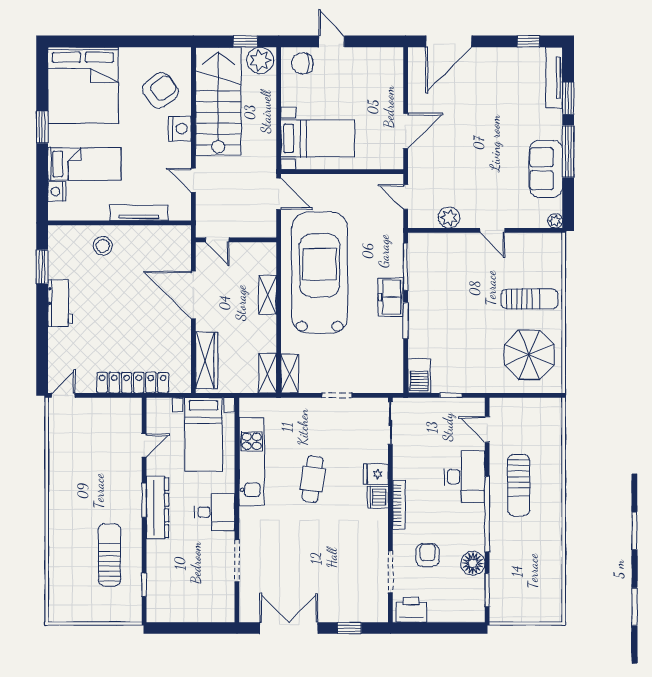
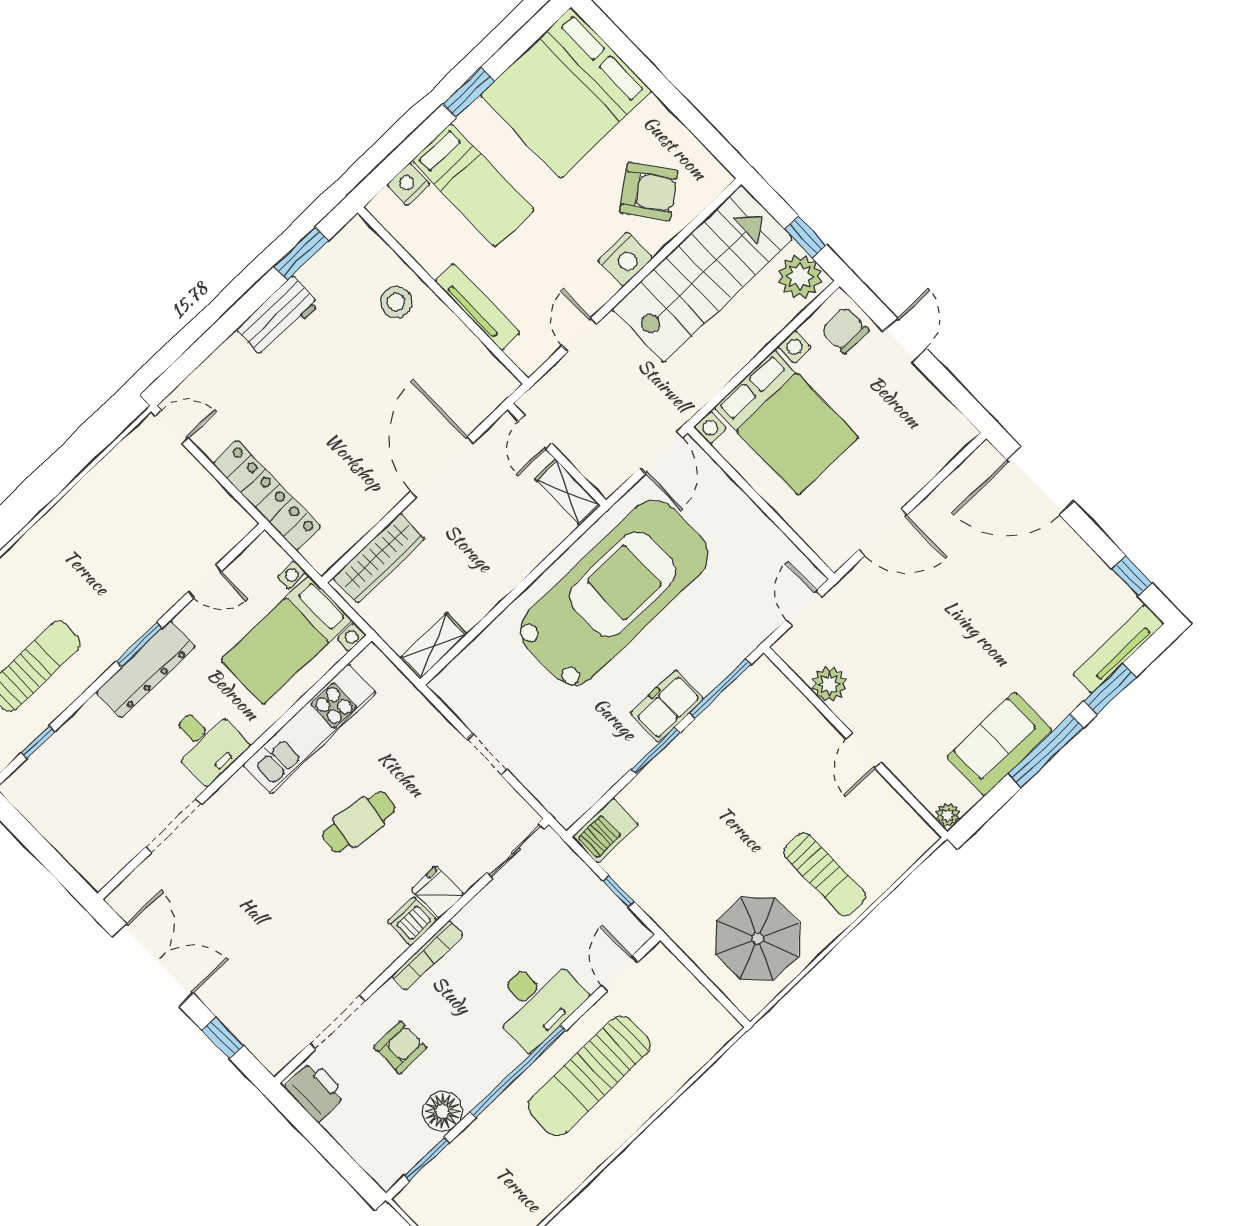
bed with nightstands: (318, 138) -> (786, 422), width x1.36
shelving: (268, 295) -> (568, 492), moved, turned 90
shelving: (290, 374) -> (459, 673), removed
sun lounger: (519, 485) -> (589, 1076), width x1.36, depth x1.34

